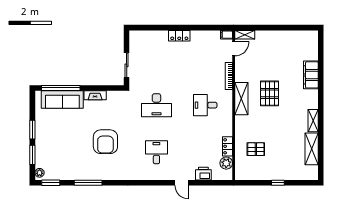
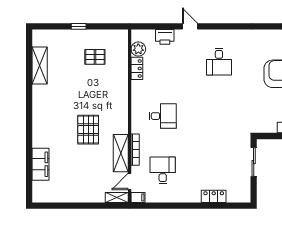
locker: (179, 36) -> (214, 196), moved
filing cabinet: (311, 75) -> (40, 164), moved
shelving: (241, 99) -> (121, 153), moved
desk: (156, 105) -> (163, 170), moved, width x0.73
shelving: (313, 121) -> (38, 98), removed
pallet: (256, 149) -> (95, 57), moved

